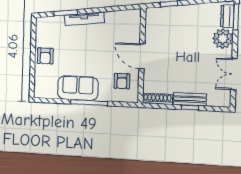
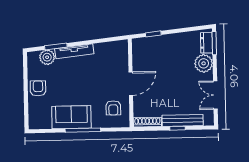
plant: (56, 24) -> (47, 57), added
armchair: (45, 56) -> (38, 88), turned 180
door: (142, 56) -> (131, 84), swing flipped
bench: (190, 99) -> (183, 120), width x1.36

